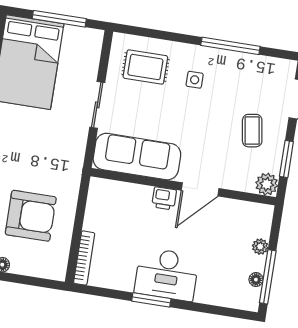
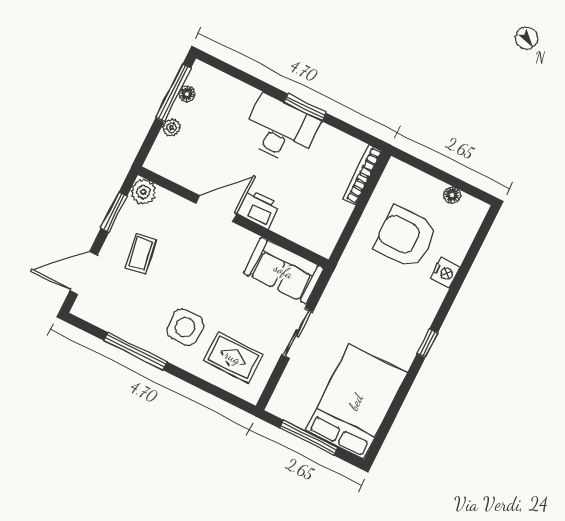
side table: (195, 80) -> (185, 327), width x1.87, depth x1.87
sofa: (137, 157) -> (284, 271), width x0.73
printer: (164, 198) -> (259, 209), width x1.36, depth x1.24

